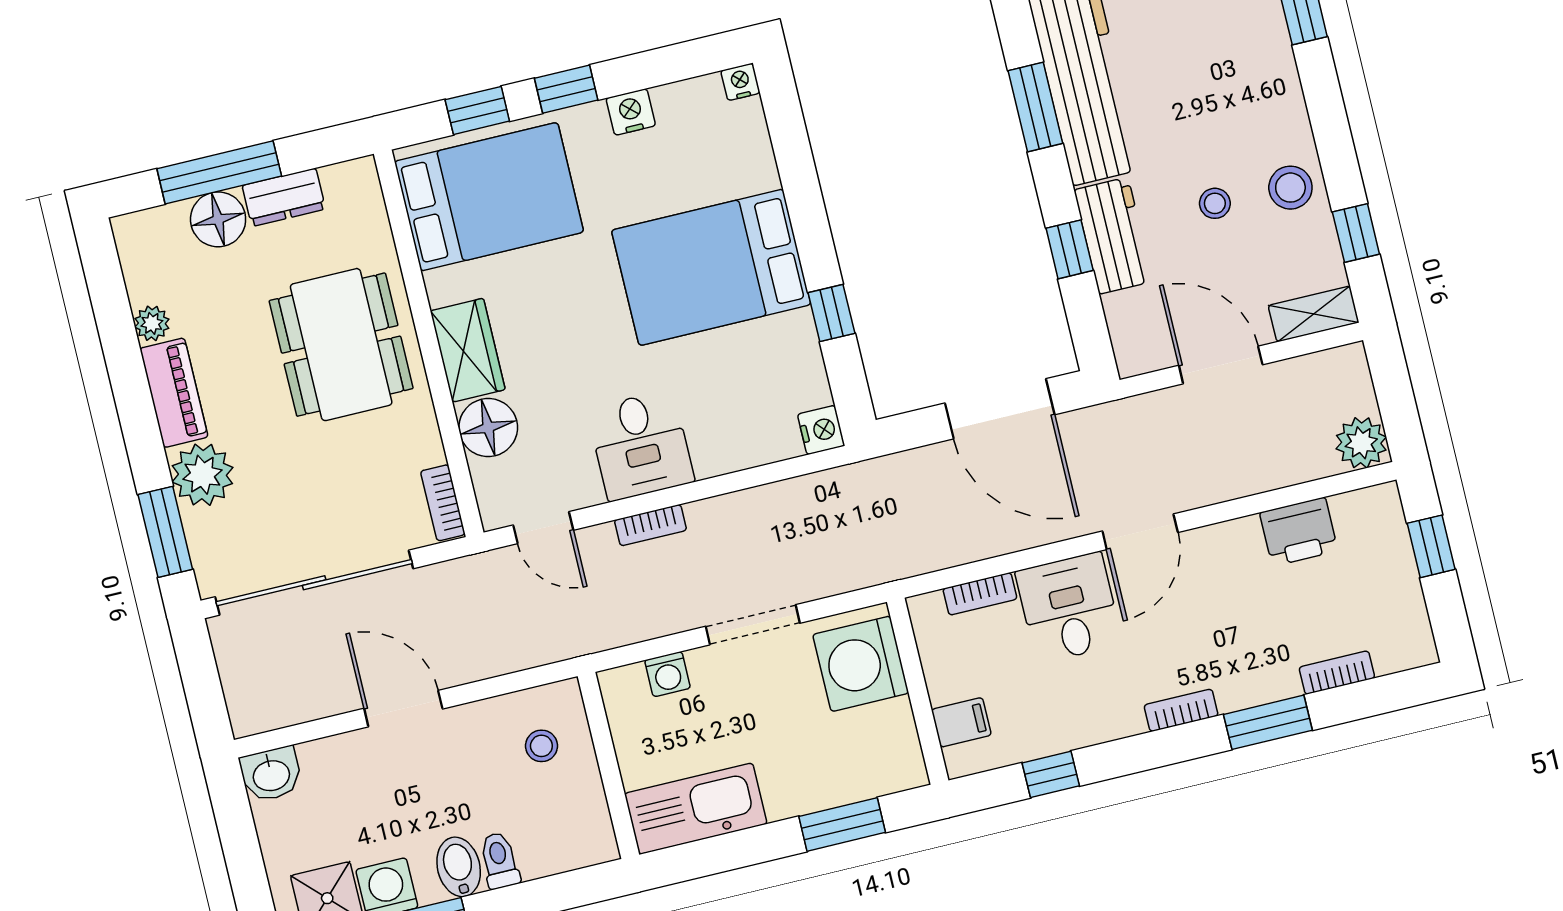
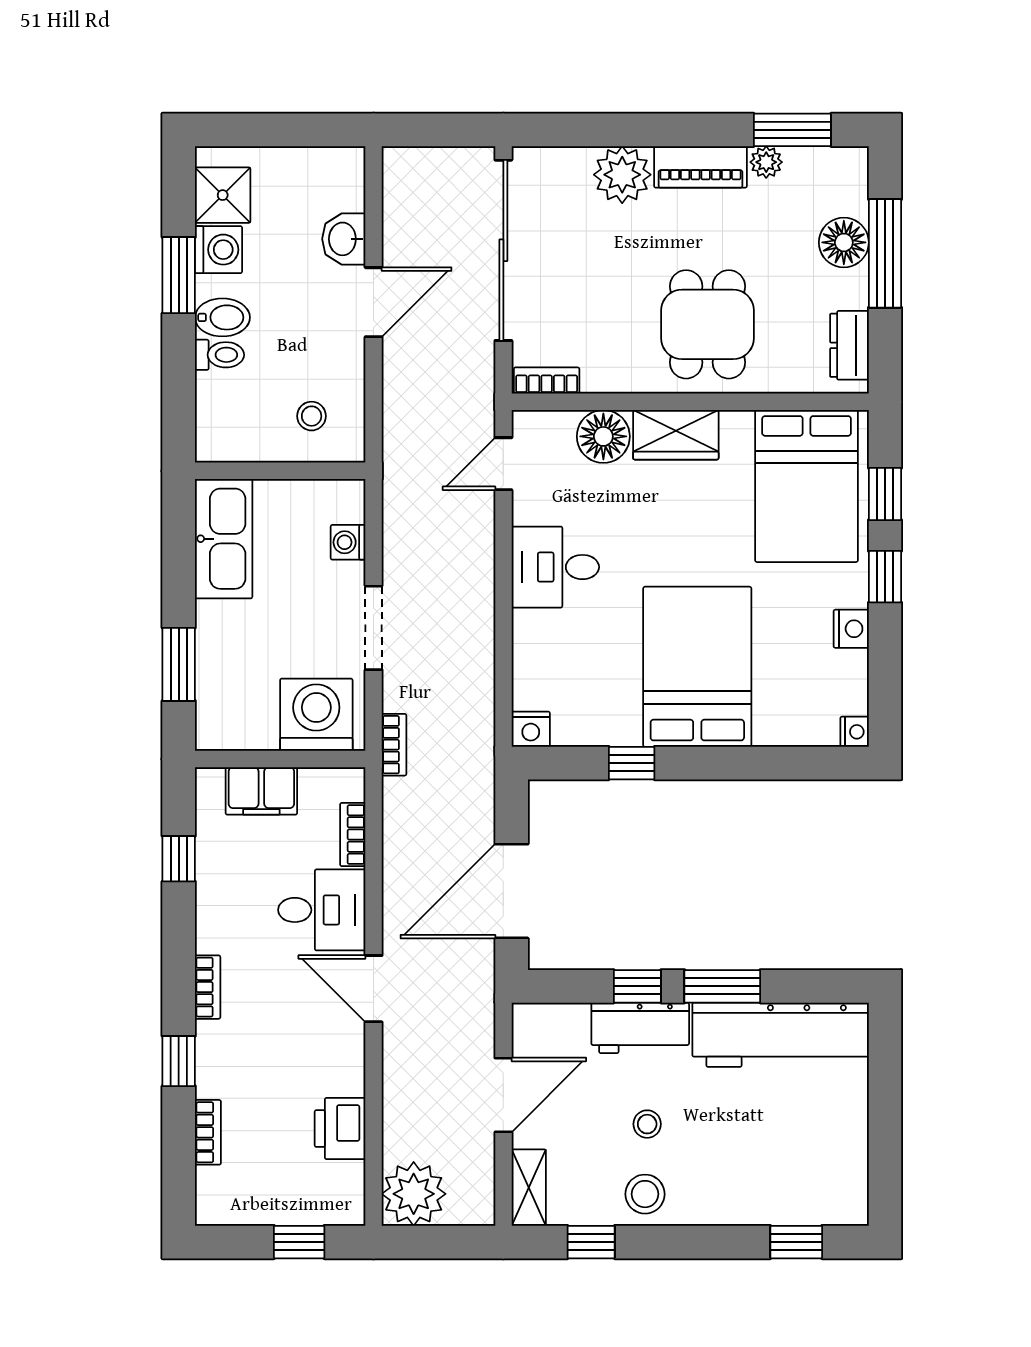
window: (1035, 107) -> (722, 986), moved
dresser: (284, 197) -> (849, 345), moved
dining table: (341, 345) -> (707, 324), width x0.73
plant: (1361, 443) -> (414, 1194), width x1.36, depth x1.36
bookcase: (650, 525) -> (394, 745), moved, turned 180
window: (165, 532) -> (792, 130), moved
filing cabinet: (961, 722) -> (261, 791), width x2.00
window: (1268, 722) -> (179, 1061), width x0.67
washbasin: (271, 774) -> (344, 239), moved

